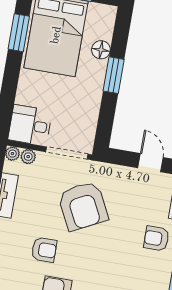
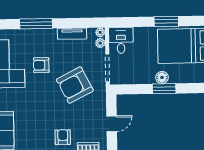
window: (19, 33) -> (166, 21), moved
floor lamp: (101, 50) -> (162, 77), moved
armchair: (44, 250) -> (41, 65), turned 90

